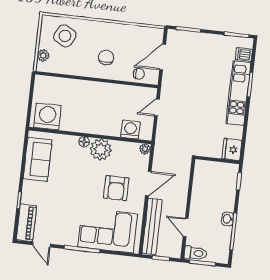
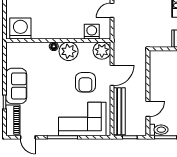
plant: (145, 149) -> (102, 51), width x1.88, depth x1.88
sofa: (38, 159) -> (16, 86), moved
door: (186, 227) -> (148, 109), swing flipped

